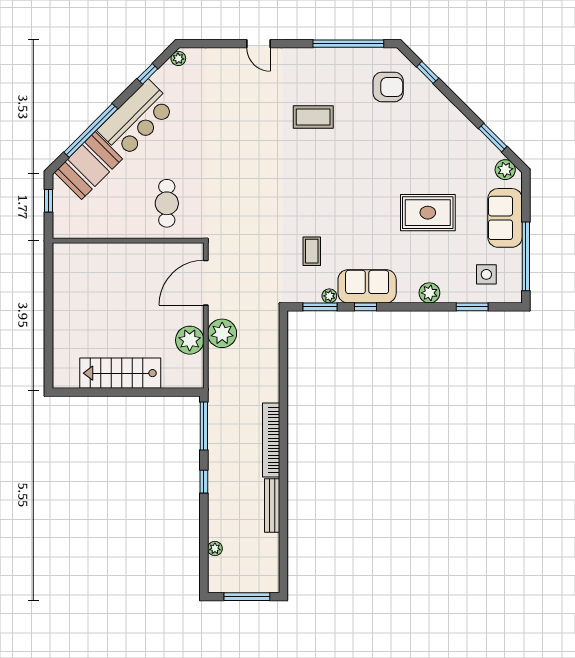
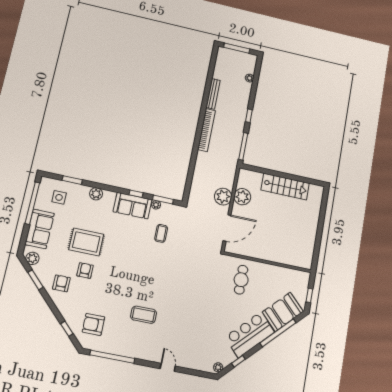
armchair: (452, 140) -> (61, 283), added
armchair: (420, 167) -> (85, 271), added

